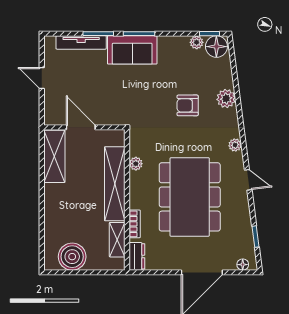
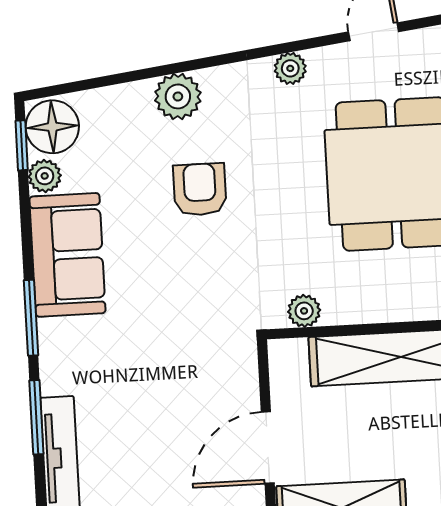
sofa: (132, 50) -> (67, 255), moved
armchair: (188, 105) -> (200, 189), turned 180
plant: (136, 164) -> (304, 311), moved

